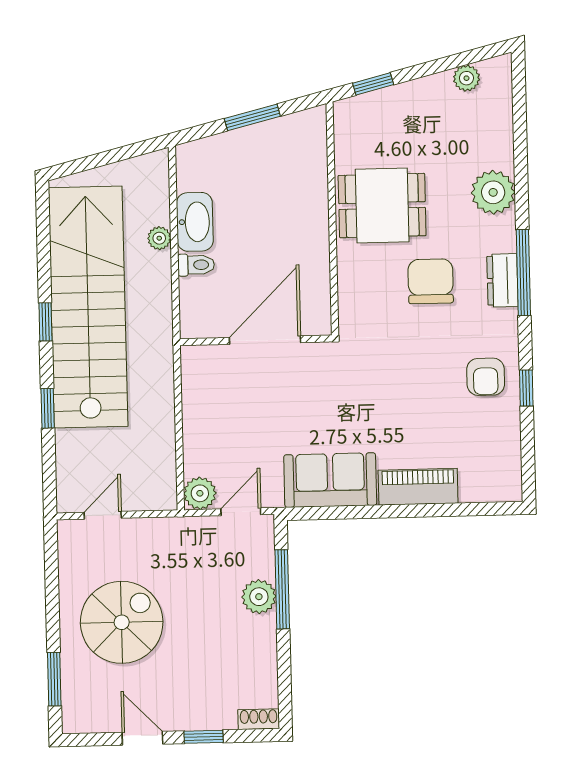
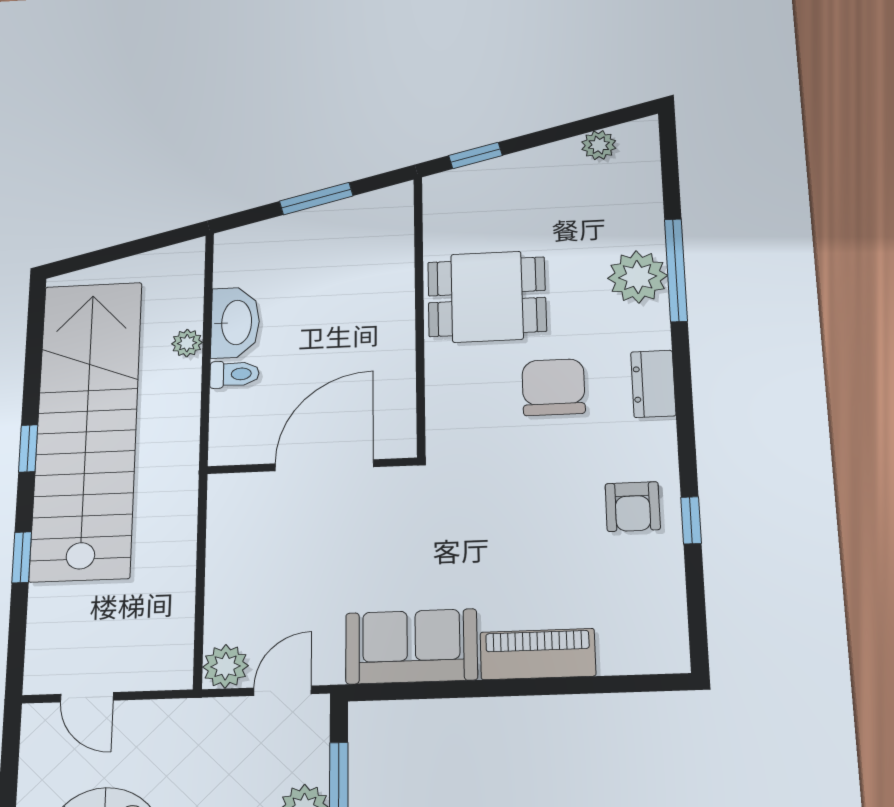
window: (523, 273) -> (676, 270), moved
door: (103, 515) -> (87, 697), swing flipped

